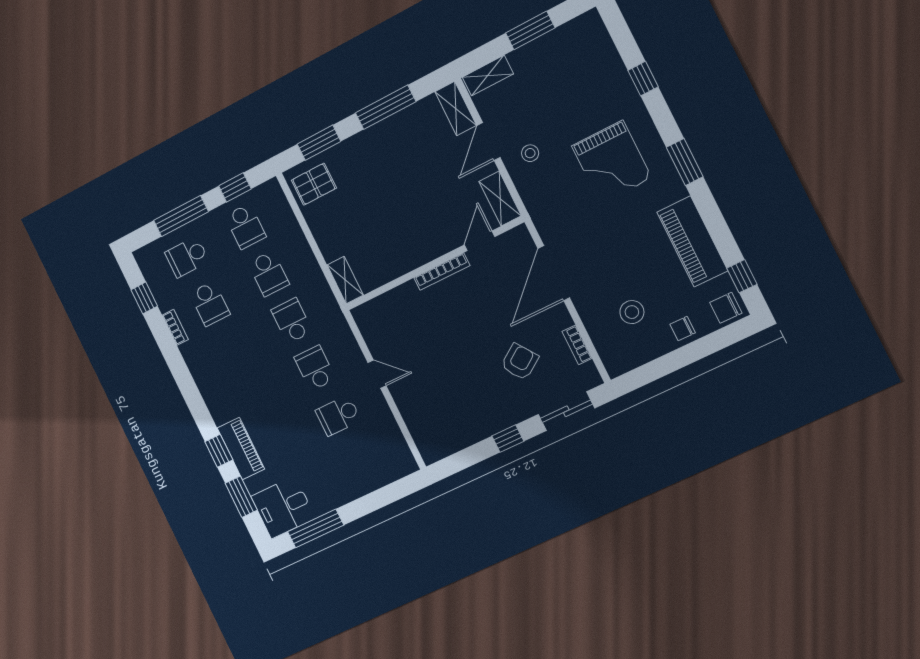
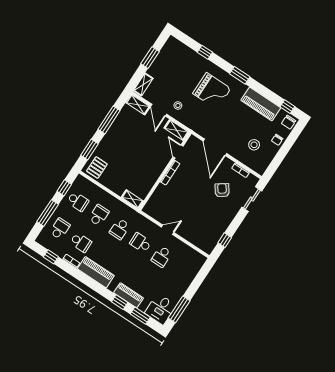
school desk: (187, 257) -> (60, 229), turned 180
school desk: (269, 274) -> (99, 215), turned -90
school desk: (292, 321) -> (120, 229), turned -90
piano: (207, 373) -> (96, 272), added
window: (508, 439) -> (225, 240), moved

